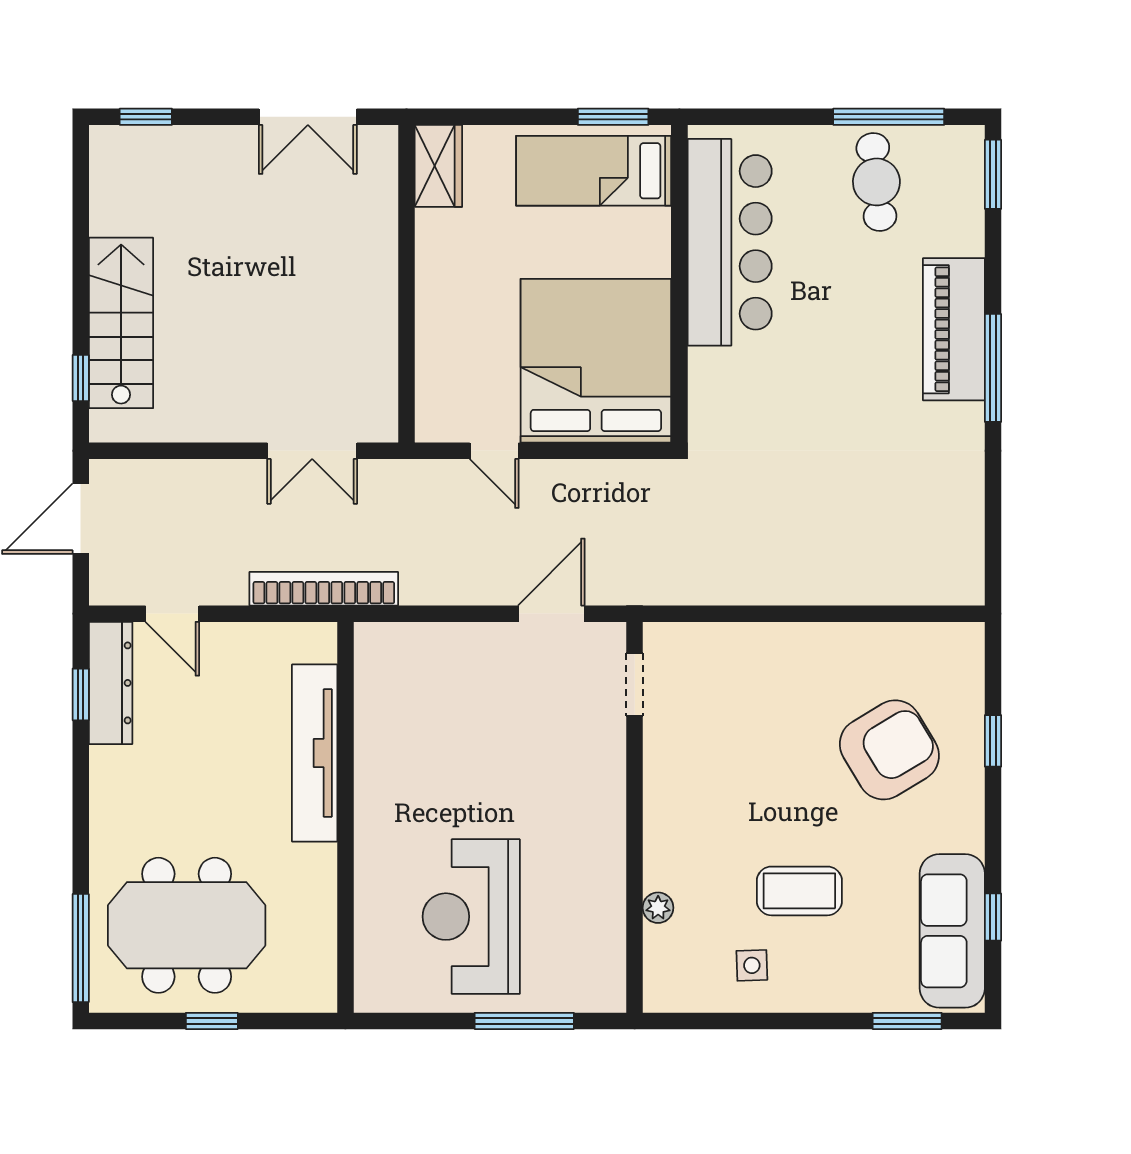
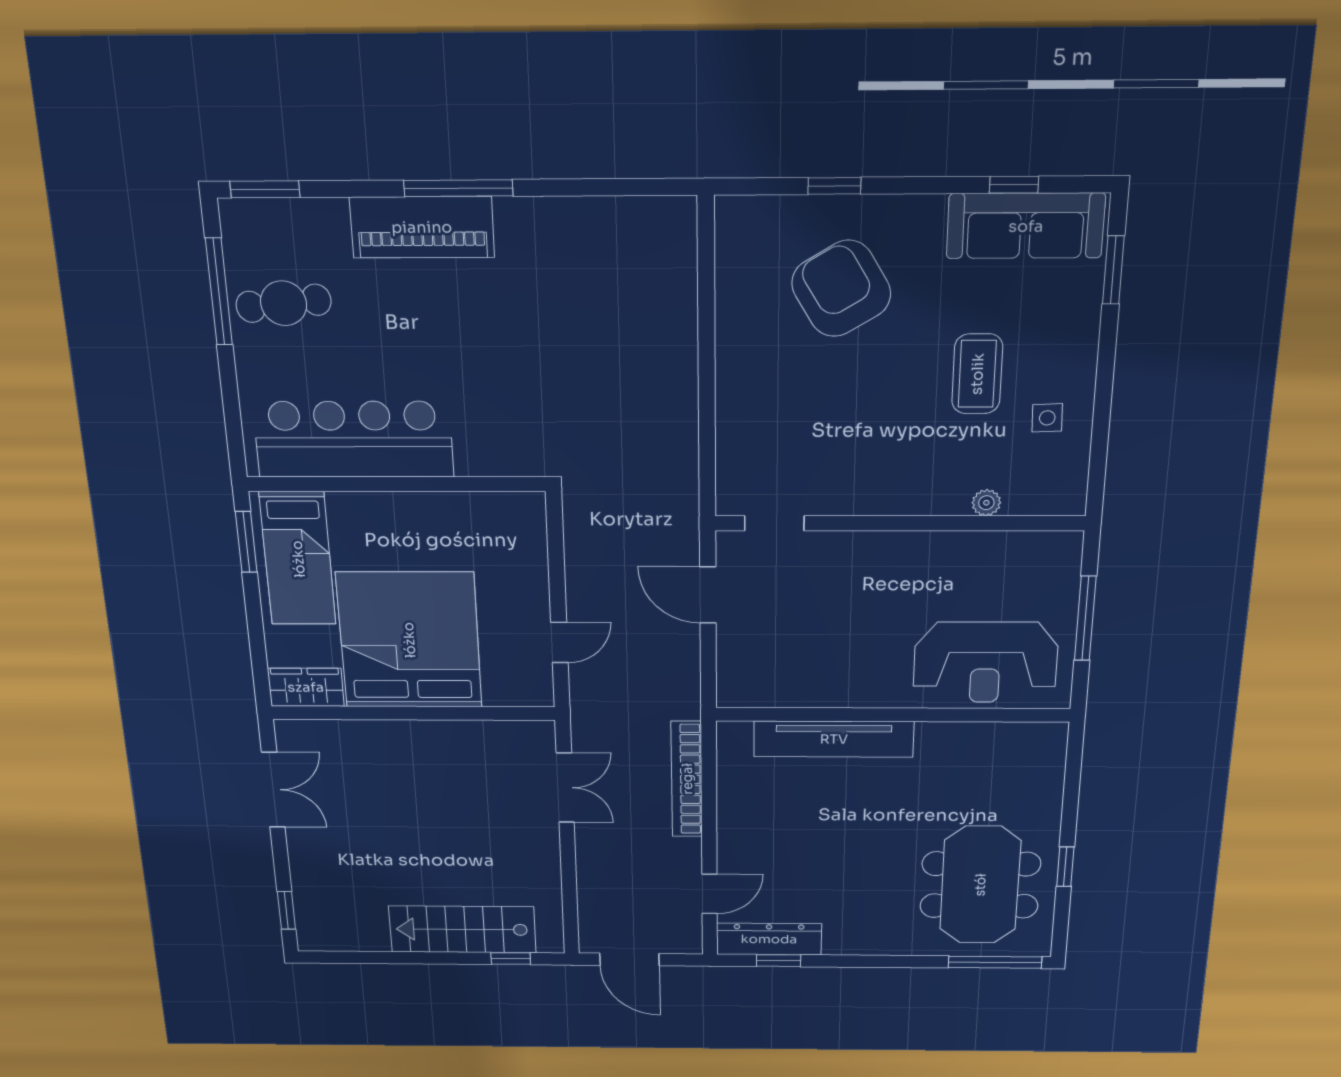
bed: (596, 361) -> (409, 640), moved, turned 90
tv unit: (315, 753) -> (834, 739), moved
wall: (345, 817) -> (892, 715), moved

